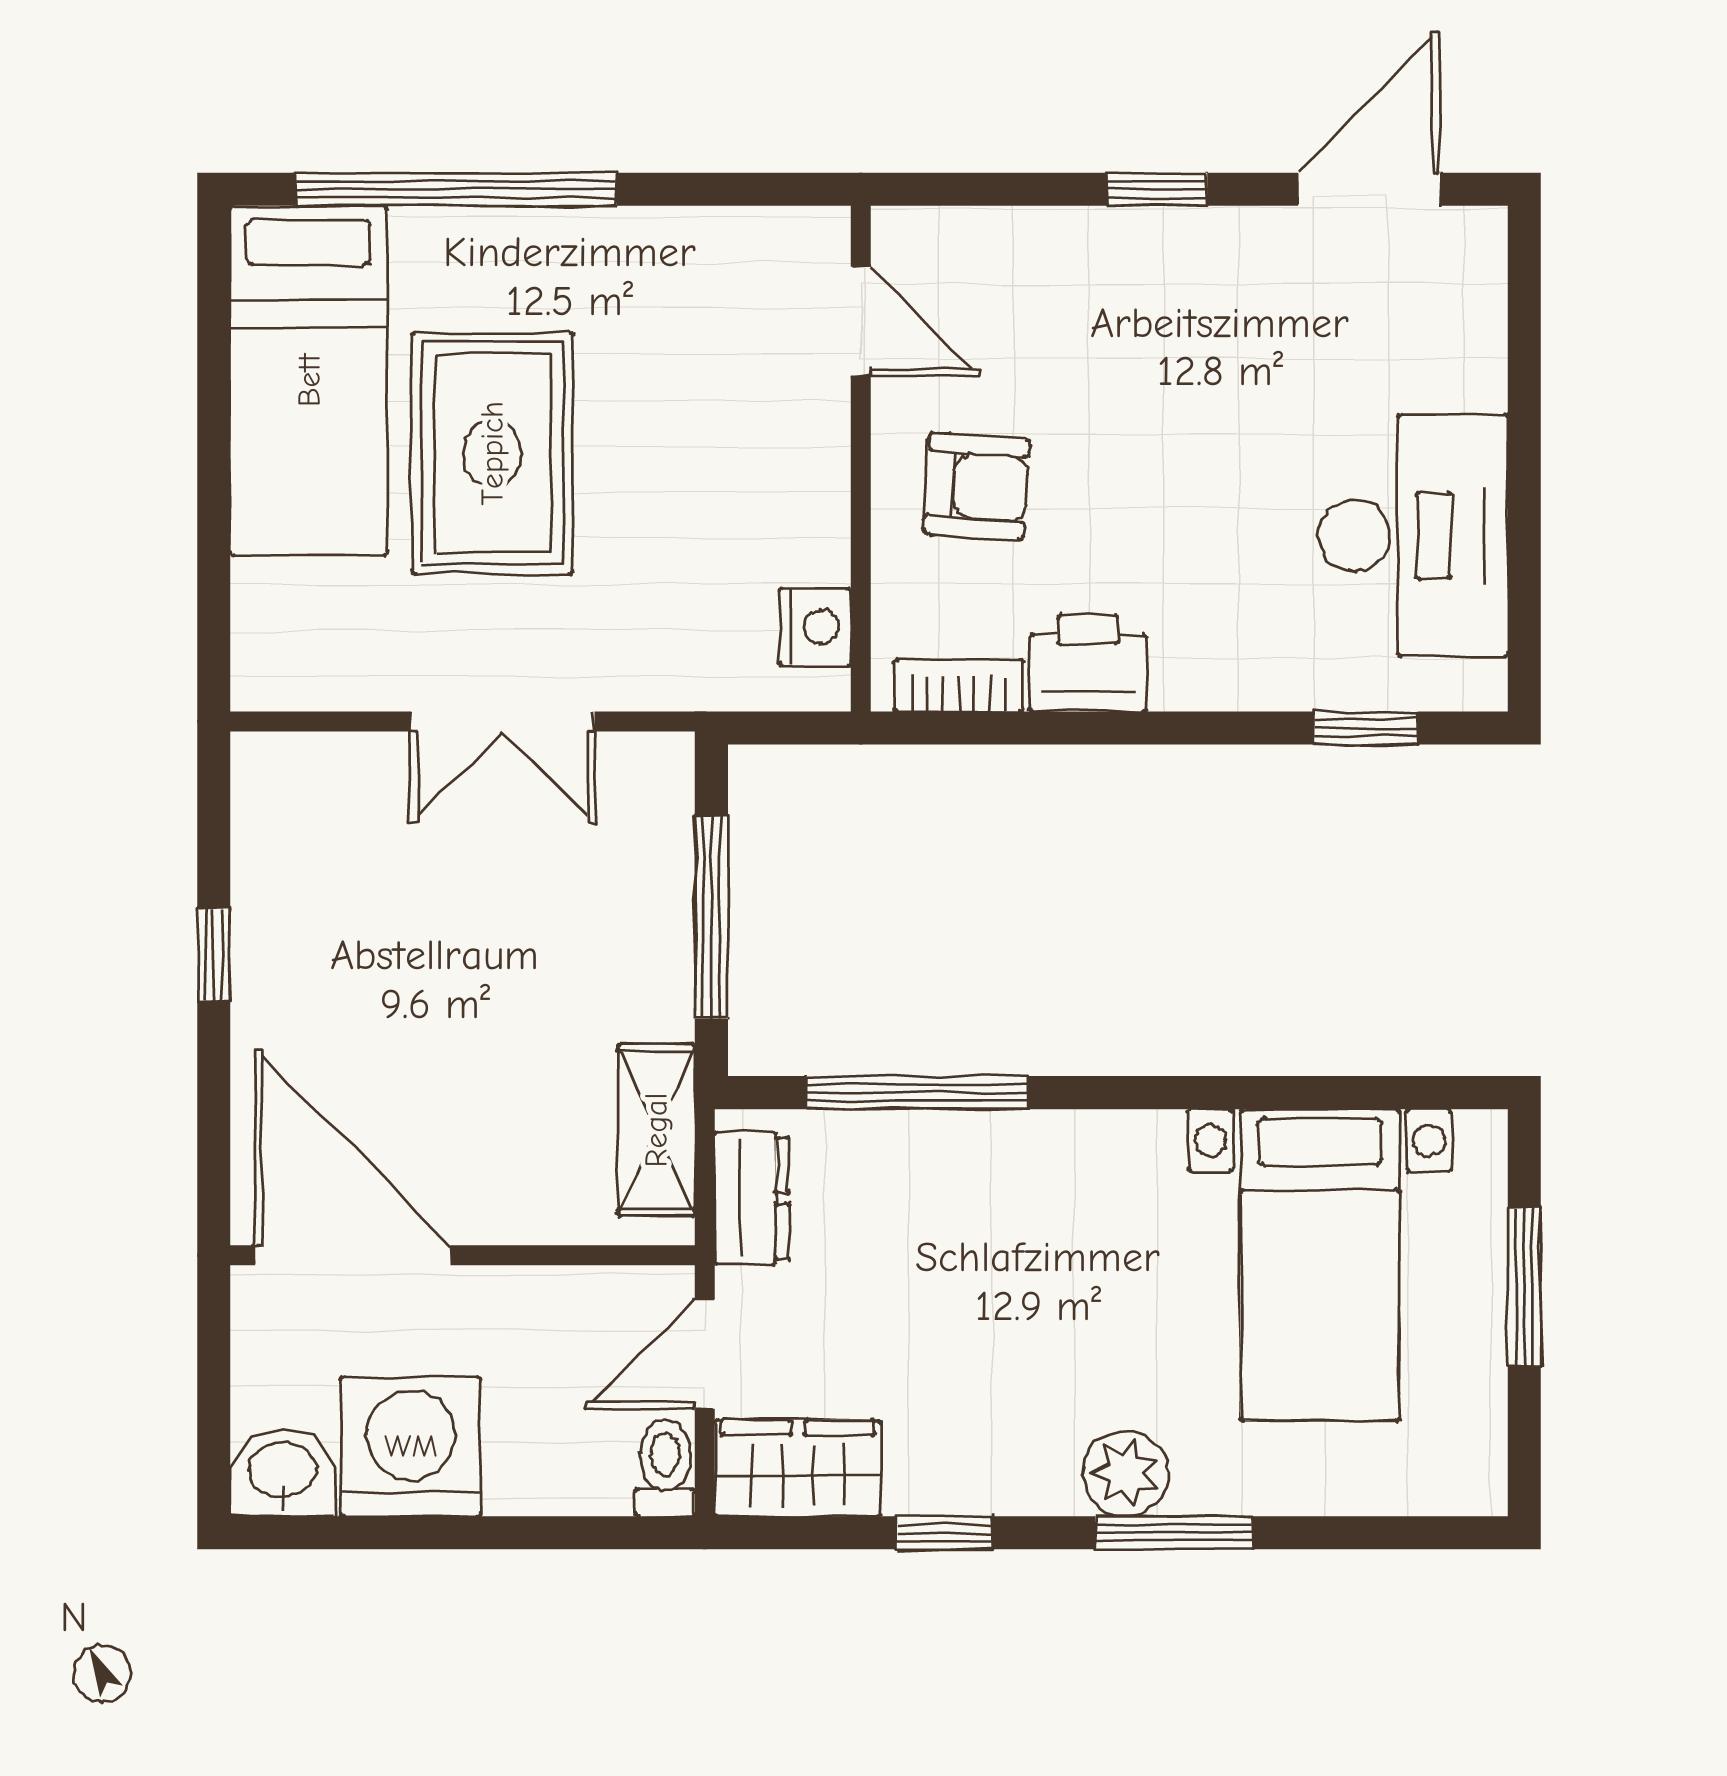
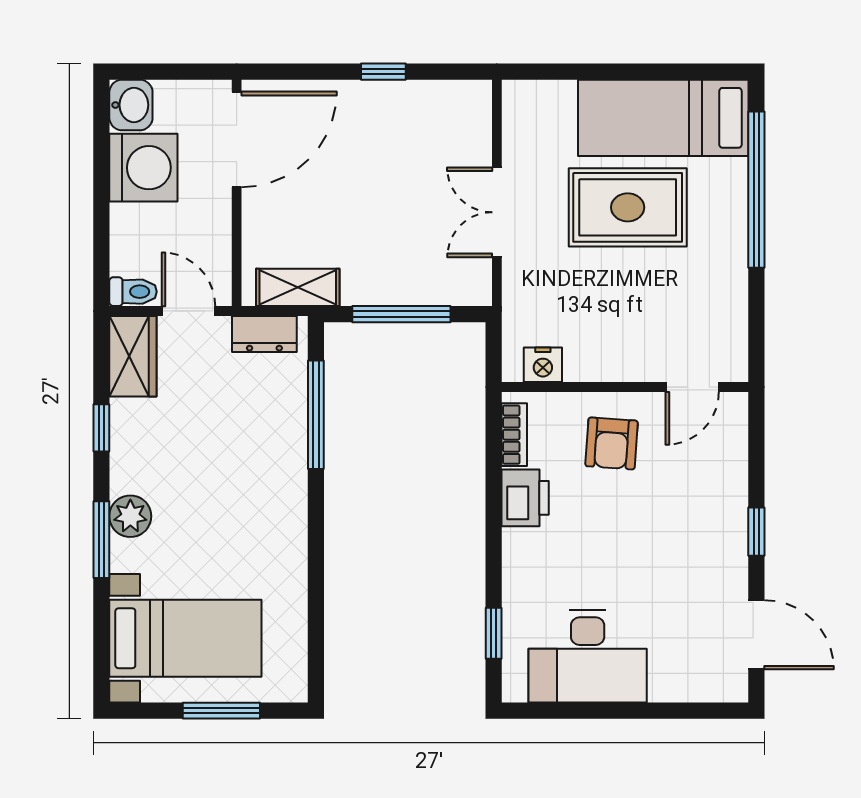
bed with nightstands: (1320, 1265) -> (185, 638), moved, turned 180

